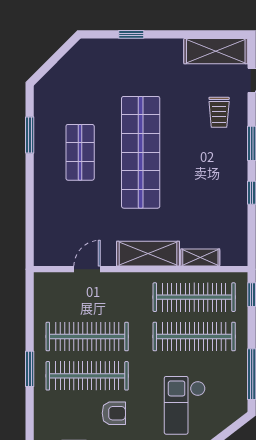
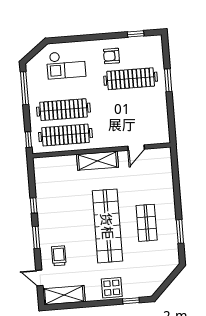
window: (131, 34) -> (131, 301), moved
display table: (142, 57) -> (112, 288), added
shelving: (200, 258) -> (63, 161), removed
clothes rail: (87, 336) -> (133, 104), removed
checkout: (185, 405) -> (66, 65), turned 90

